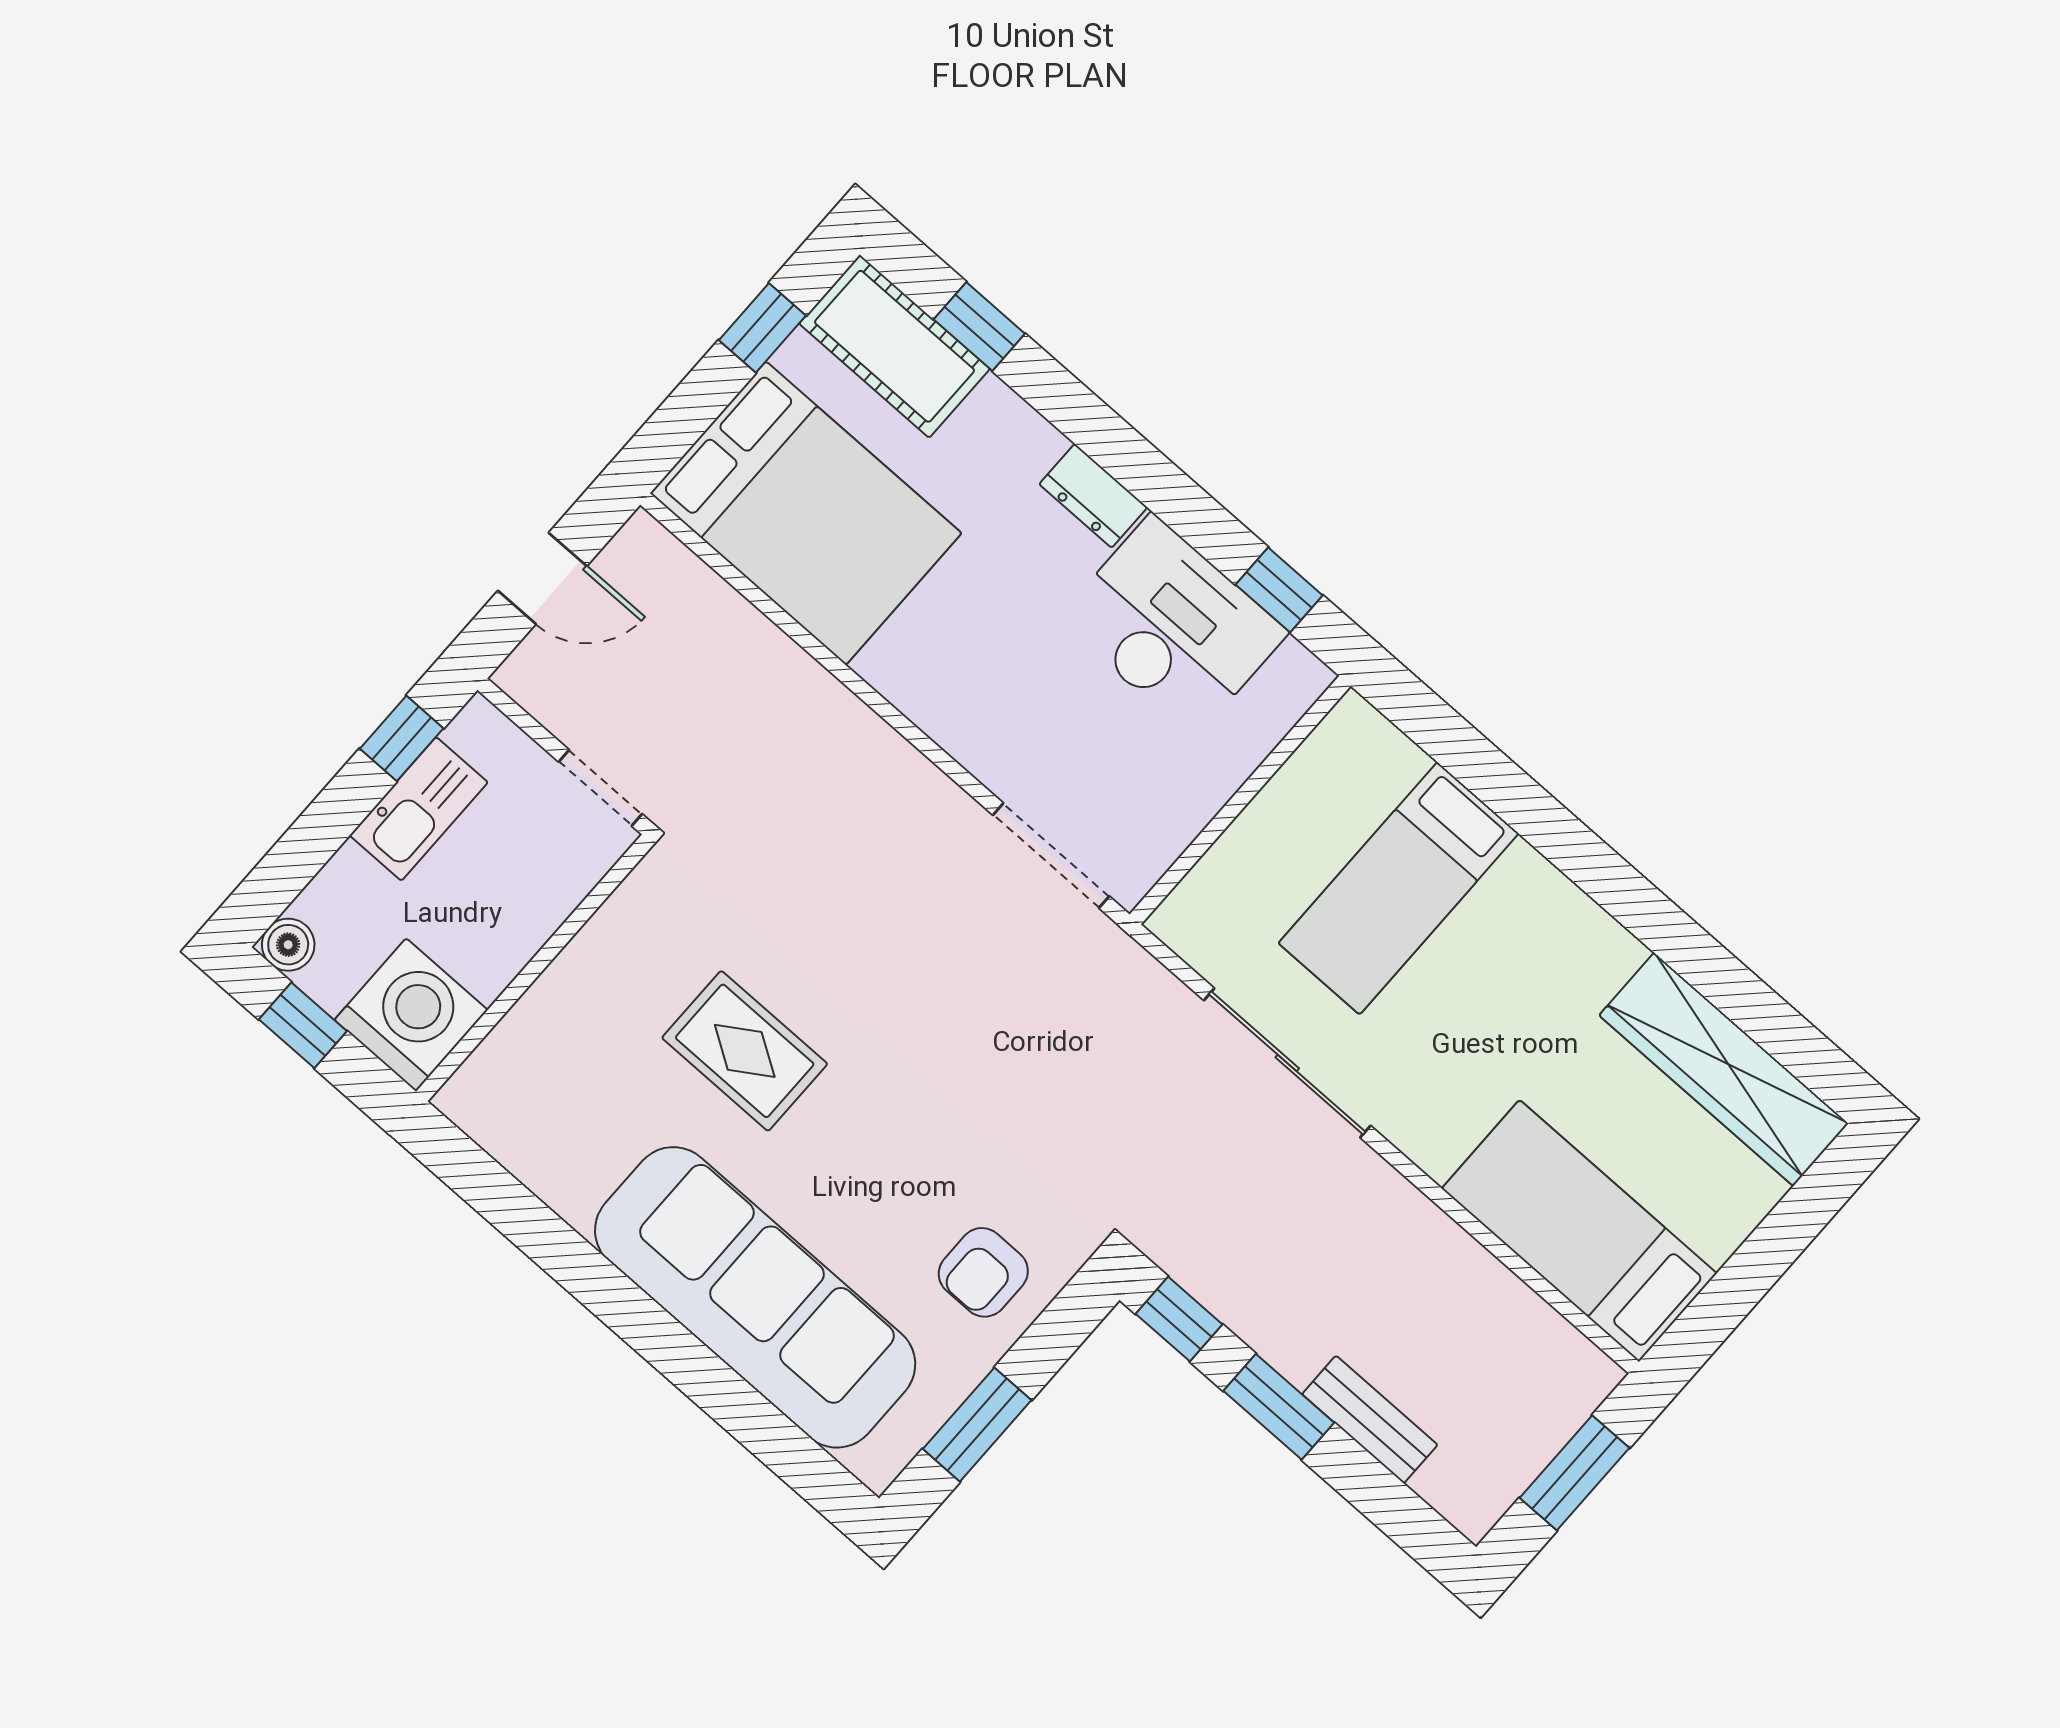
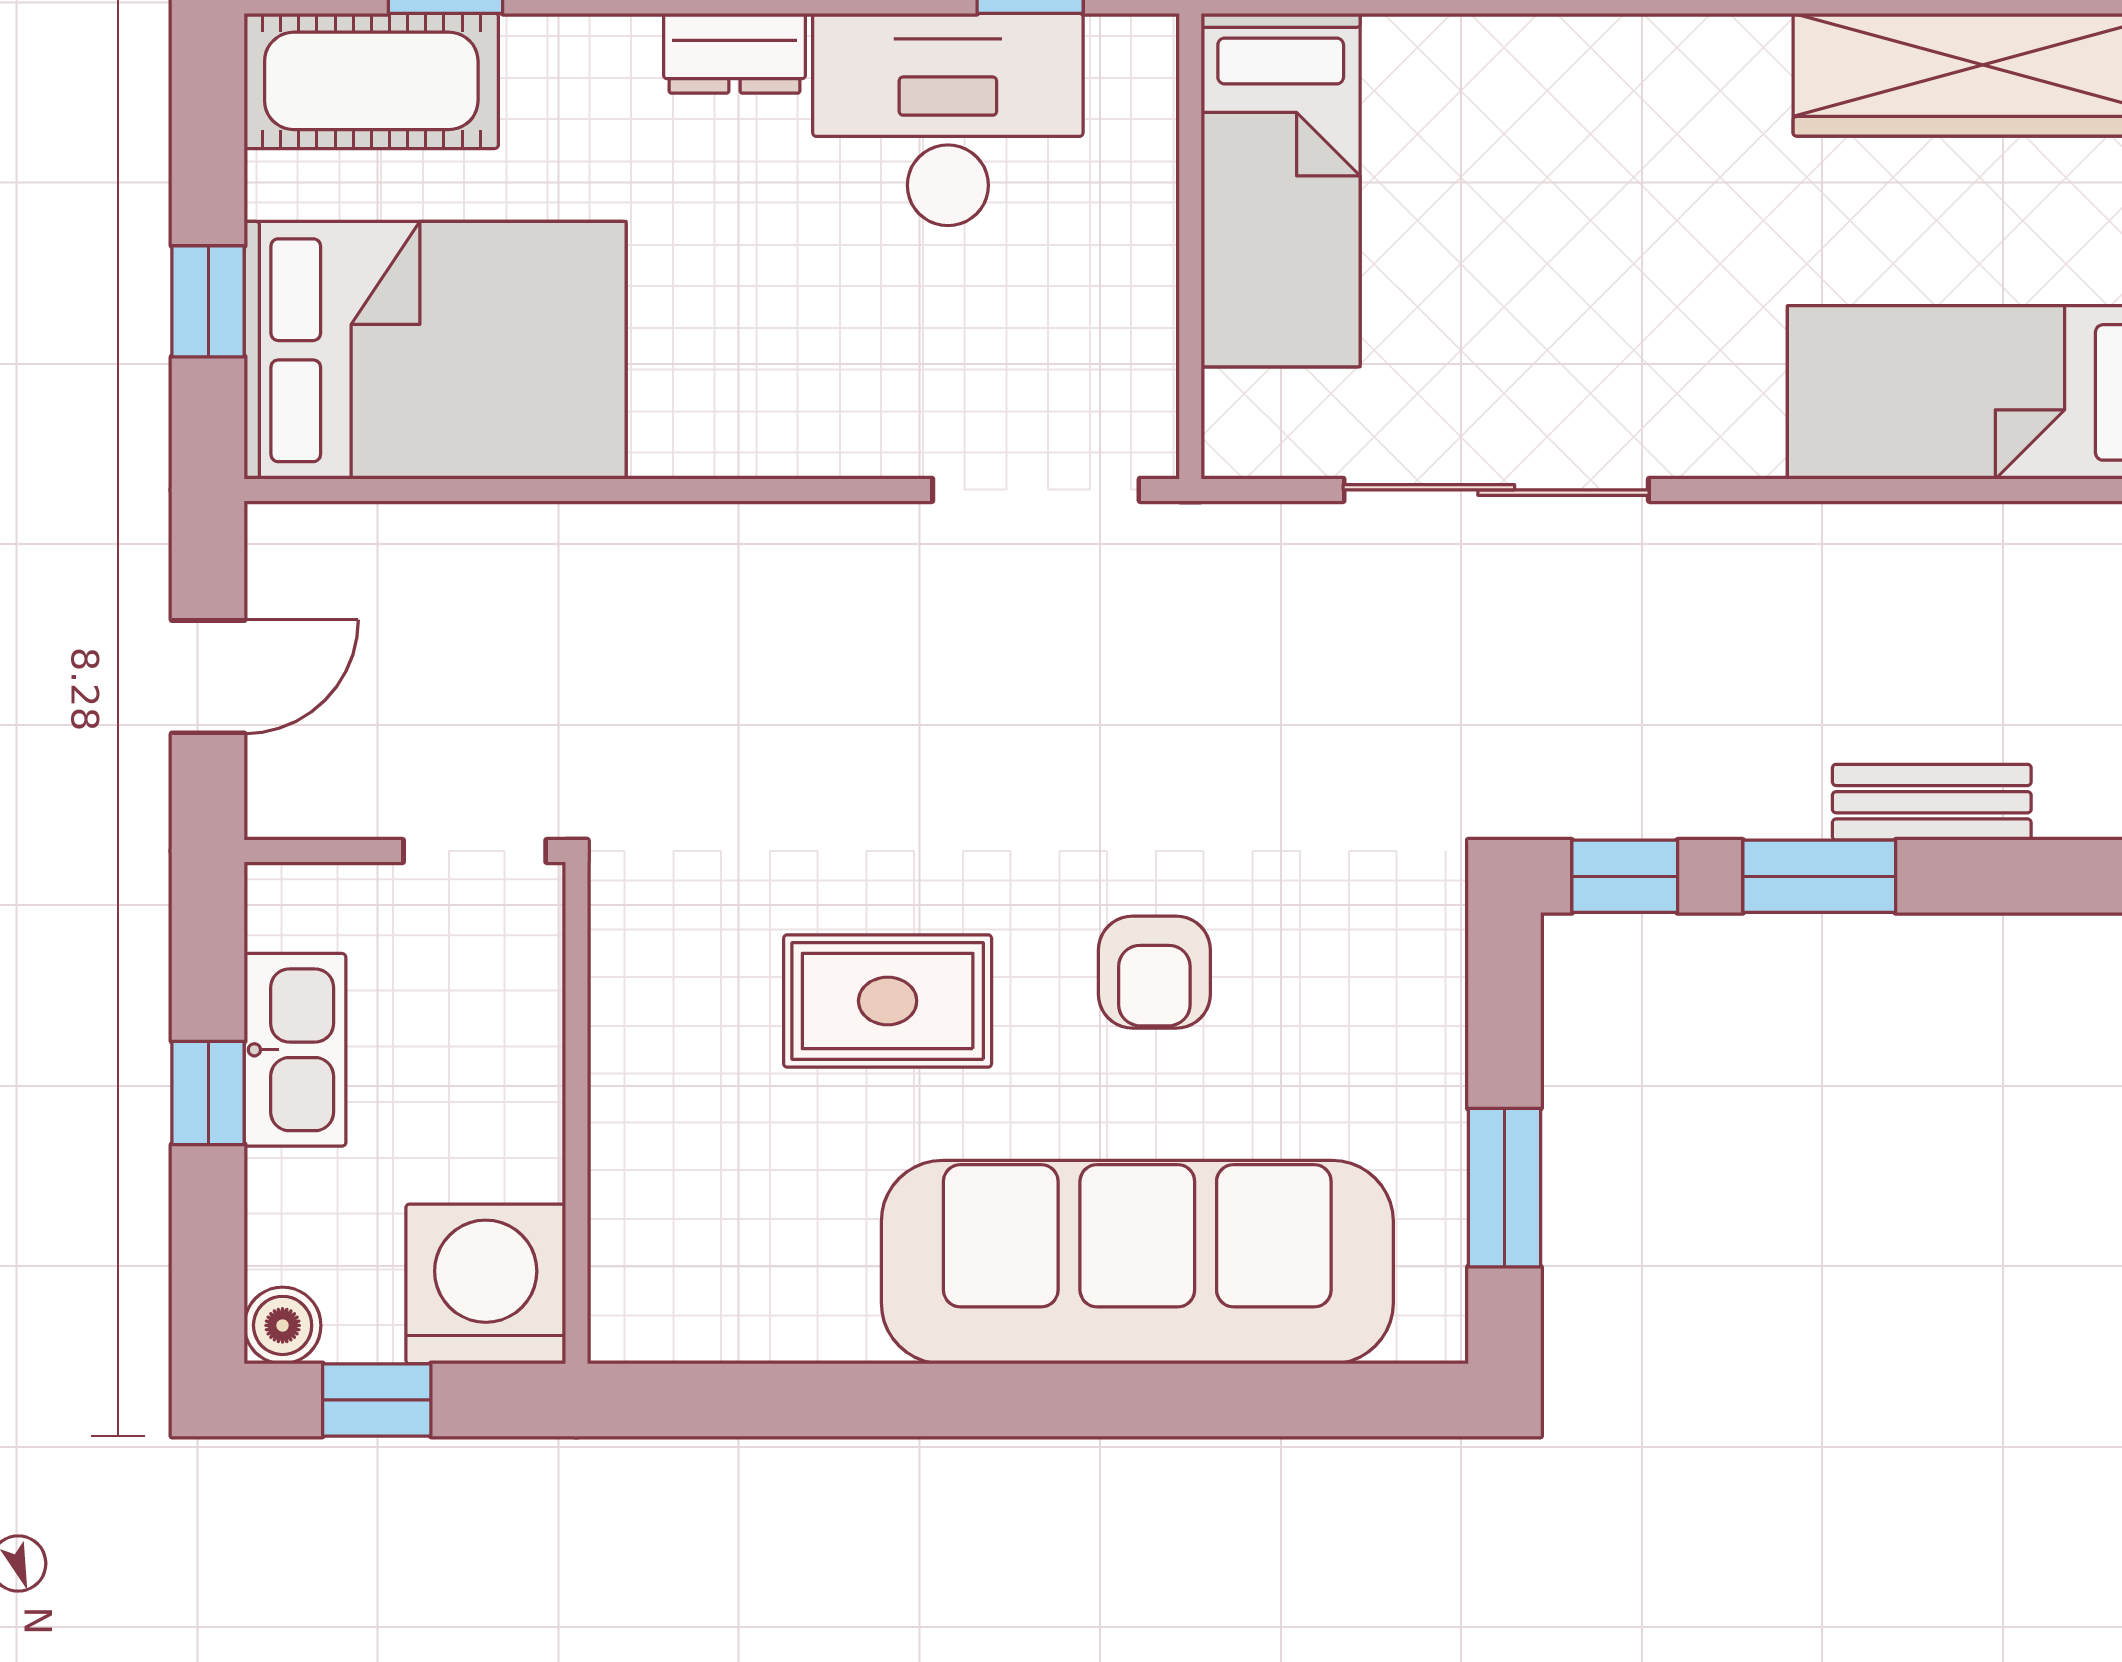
window: (762, 328) -> (208, 301), moved
window: (402, 738) -> (208, 1093), moved
bed: (1399, 888) -> (1281, 190), moved
armchair: (983, 1272) -> (1154, 972), moved

